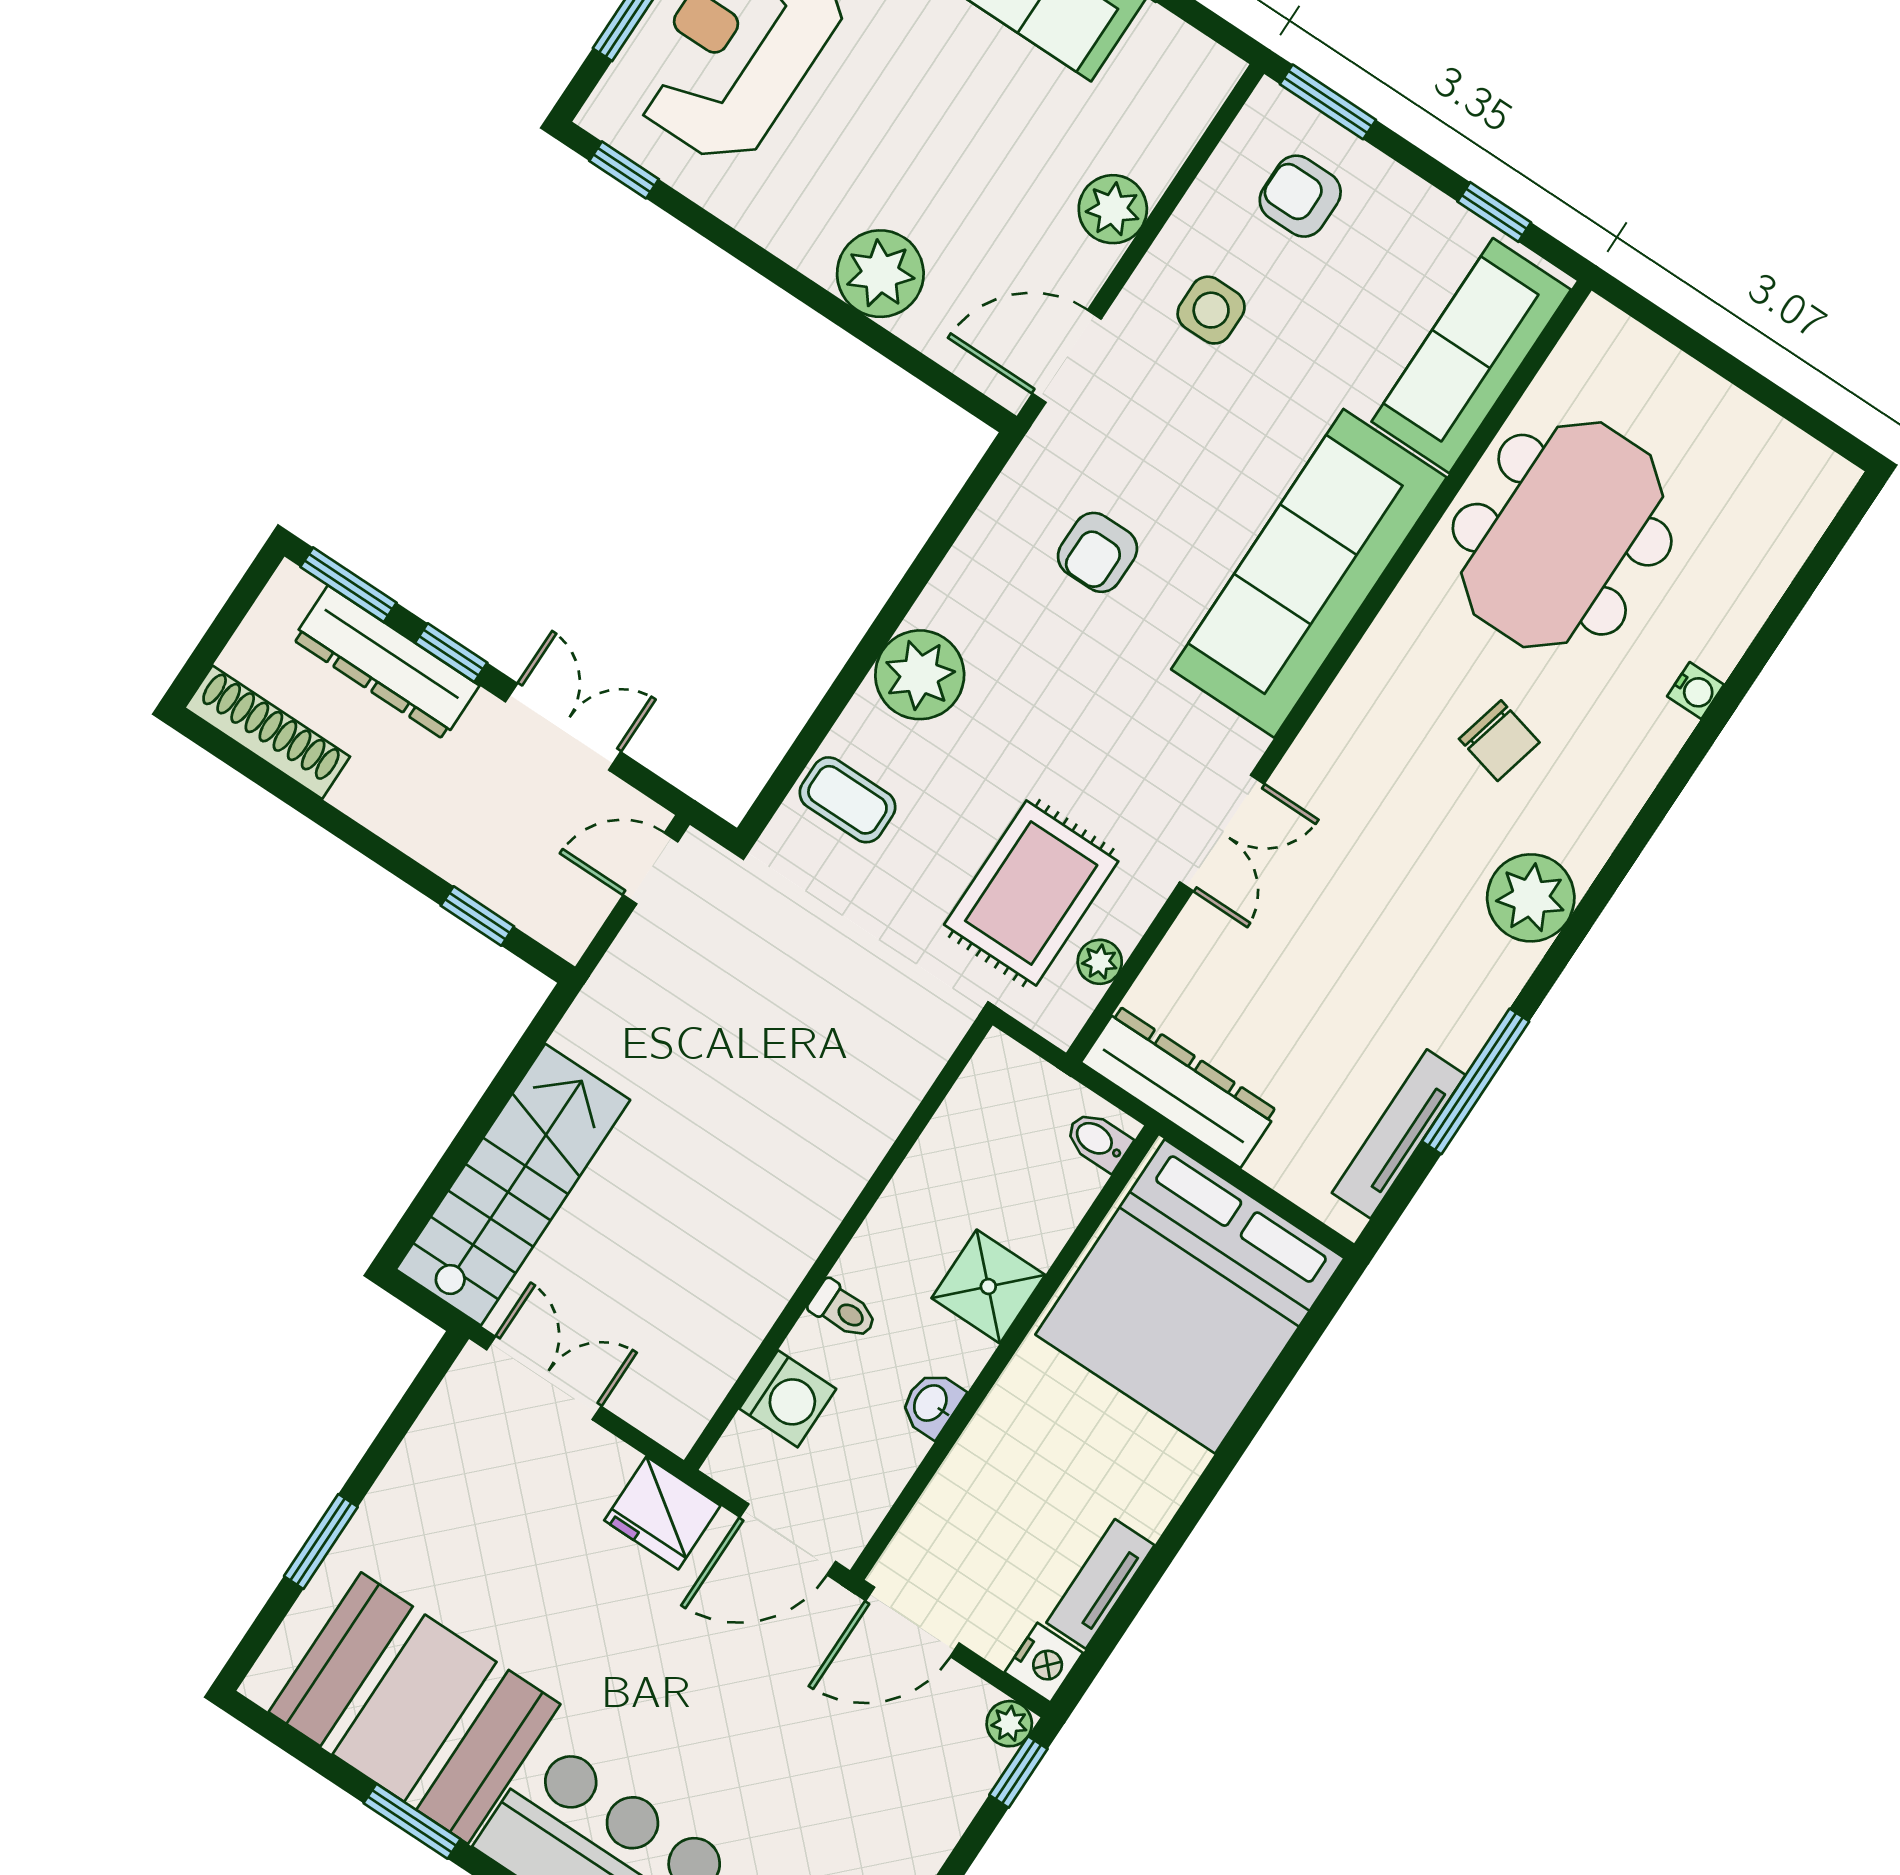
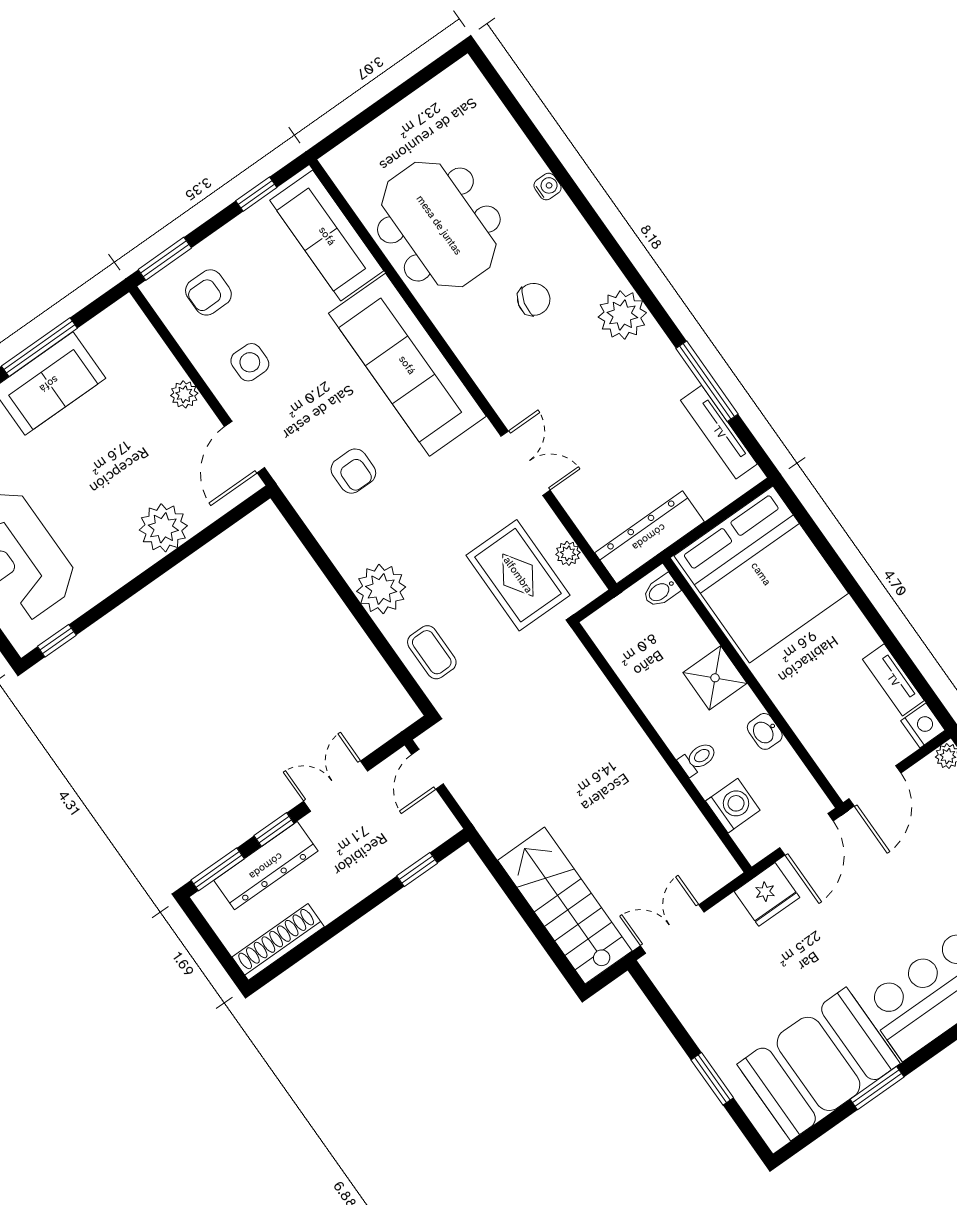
plant: (1113, 209) -> (184, 394), width x0.73, depth x0.73
coffee table: (847, 800) -> (432, 652), turned 90

